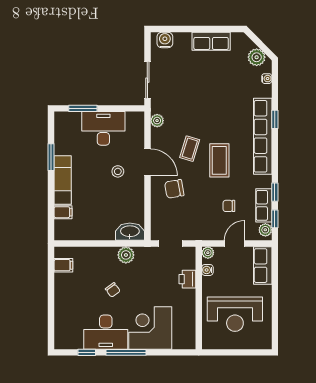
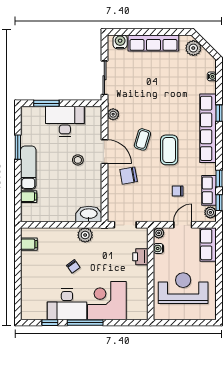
row of seats: (211, 41) -> (153, 43), width x1.48
plant: (257, 57) -> (193, 48), moved
reception desk: (235, 314) -> (183, 288), turned 180

